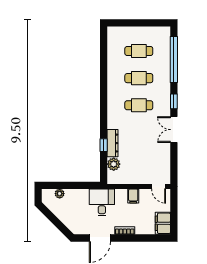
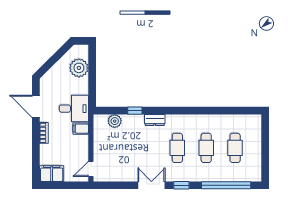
dresser: (113, 143) -> (155, 120), moved, width x0.70
plant: (60, 194) -> (79, 68), width x1.88, depth x1.88
filing cabinet: (133, 196) -> (81, 129), moved

